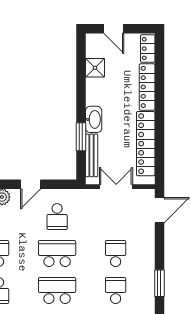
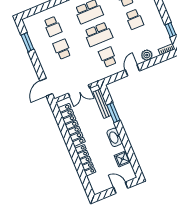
locker: (148, 49) -> (95, 184), removed
washbasin: (94, 119) -> (114, 137), moved
school desk: (116, 254) -> (62, 49), turned 180

